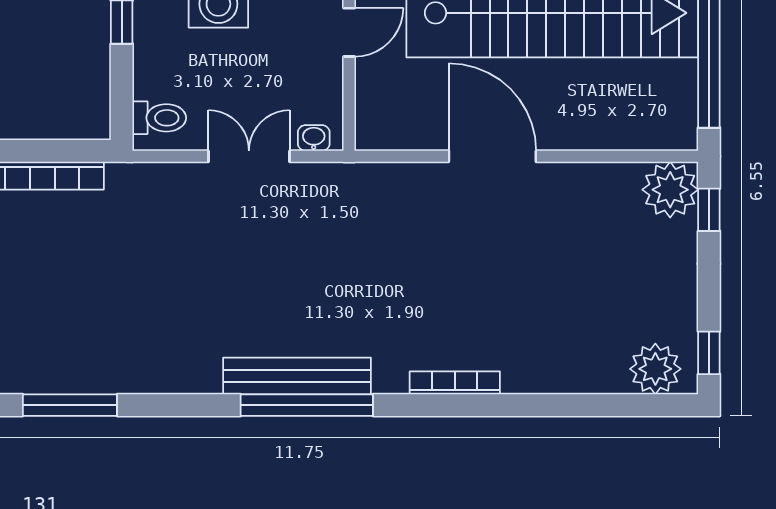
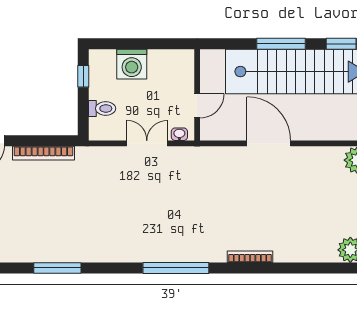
door: (349, 32) -> (197, 106), moved
toilet: (159, 118) -> (102, 108), moved
bench: (297, 376) -> (171, 253), removed

